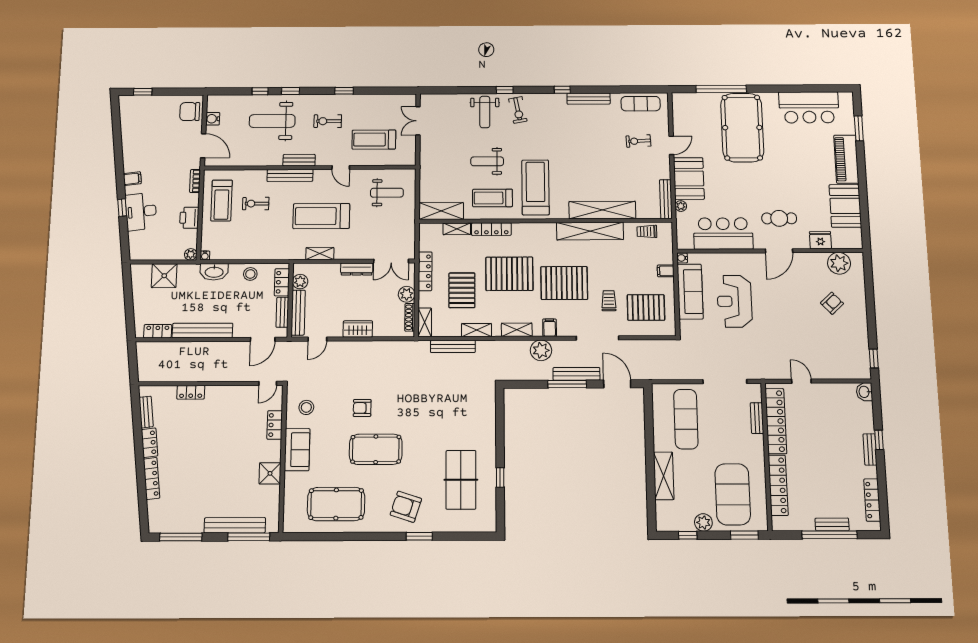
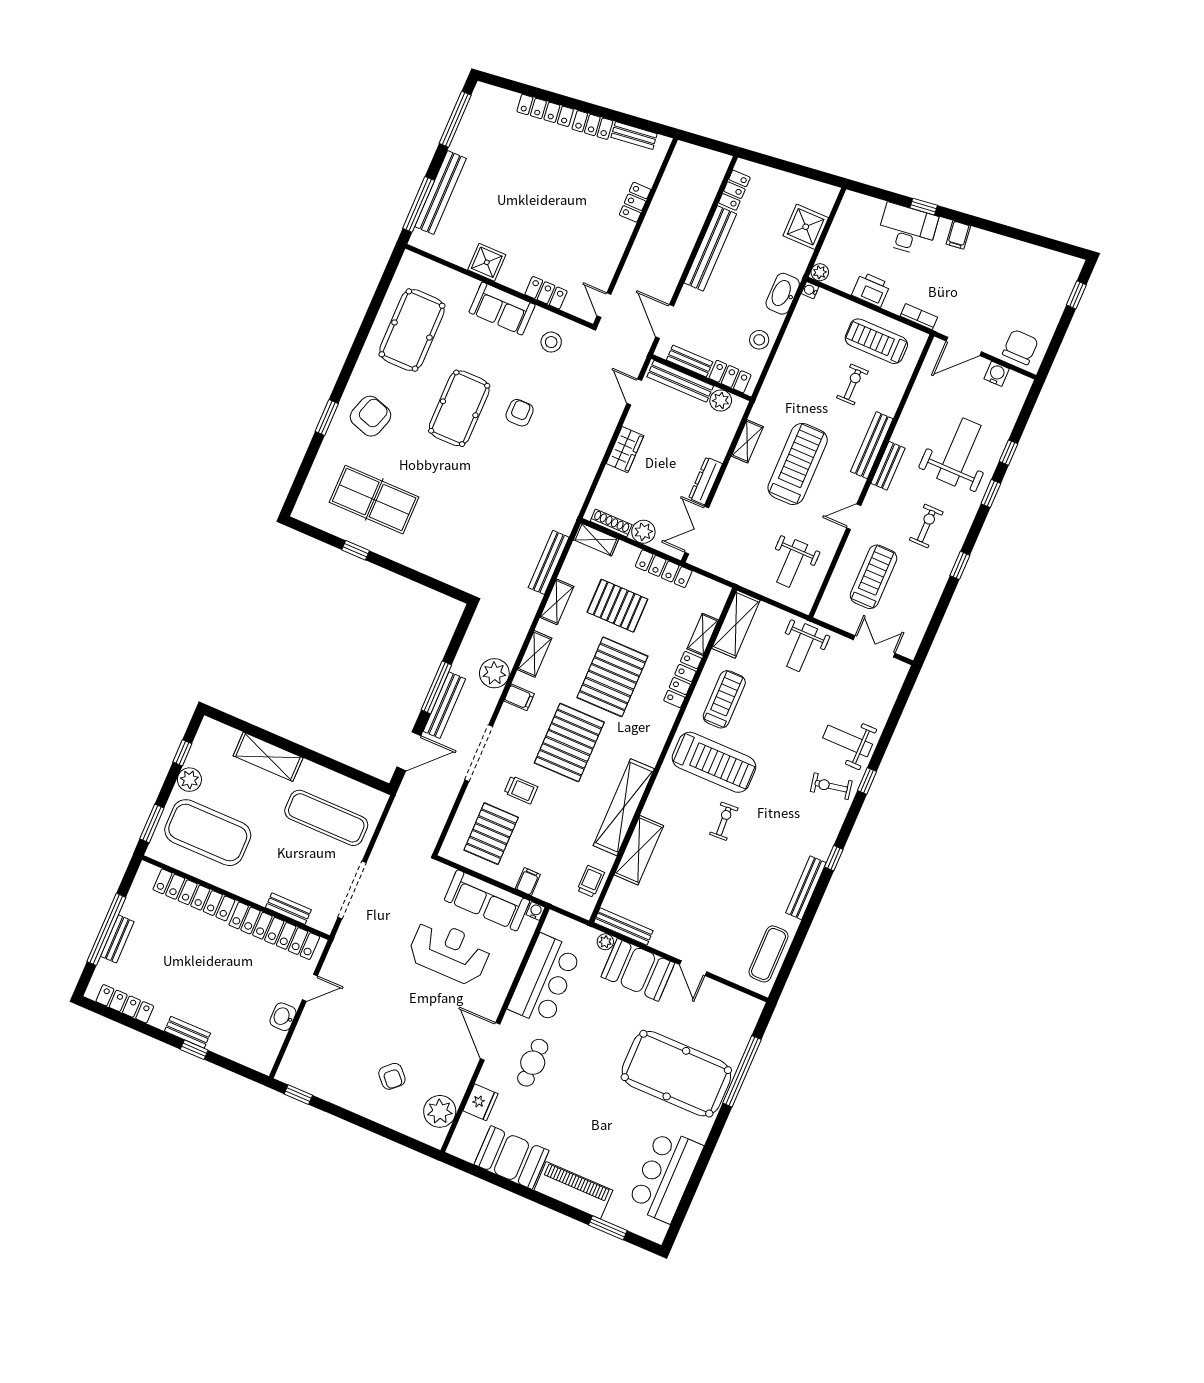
exercise bike: (638, 141) -> (724, 821), moved
weight bench: (487, 161) -> (802, 648), moved, turned 180
shelving: (602, 210) -> (639, 850), width x0.68
washbasin: (864, 392) -> (283, 1017), moved, turned -90

